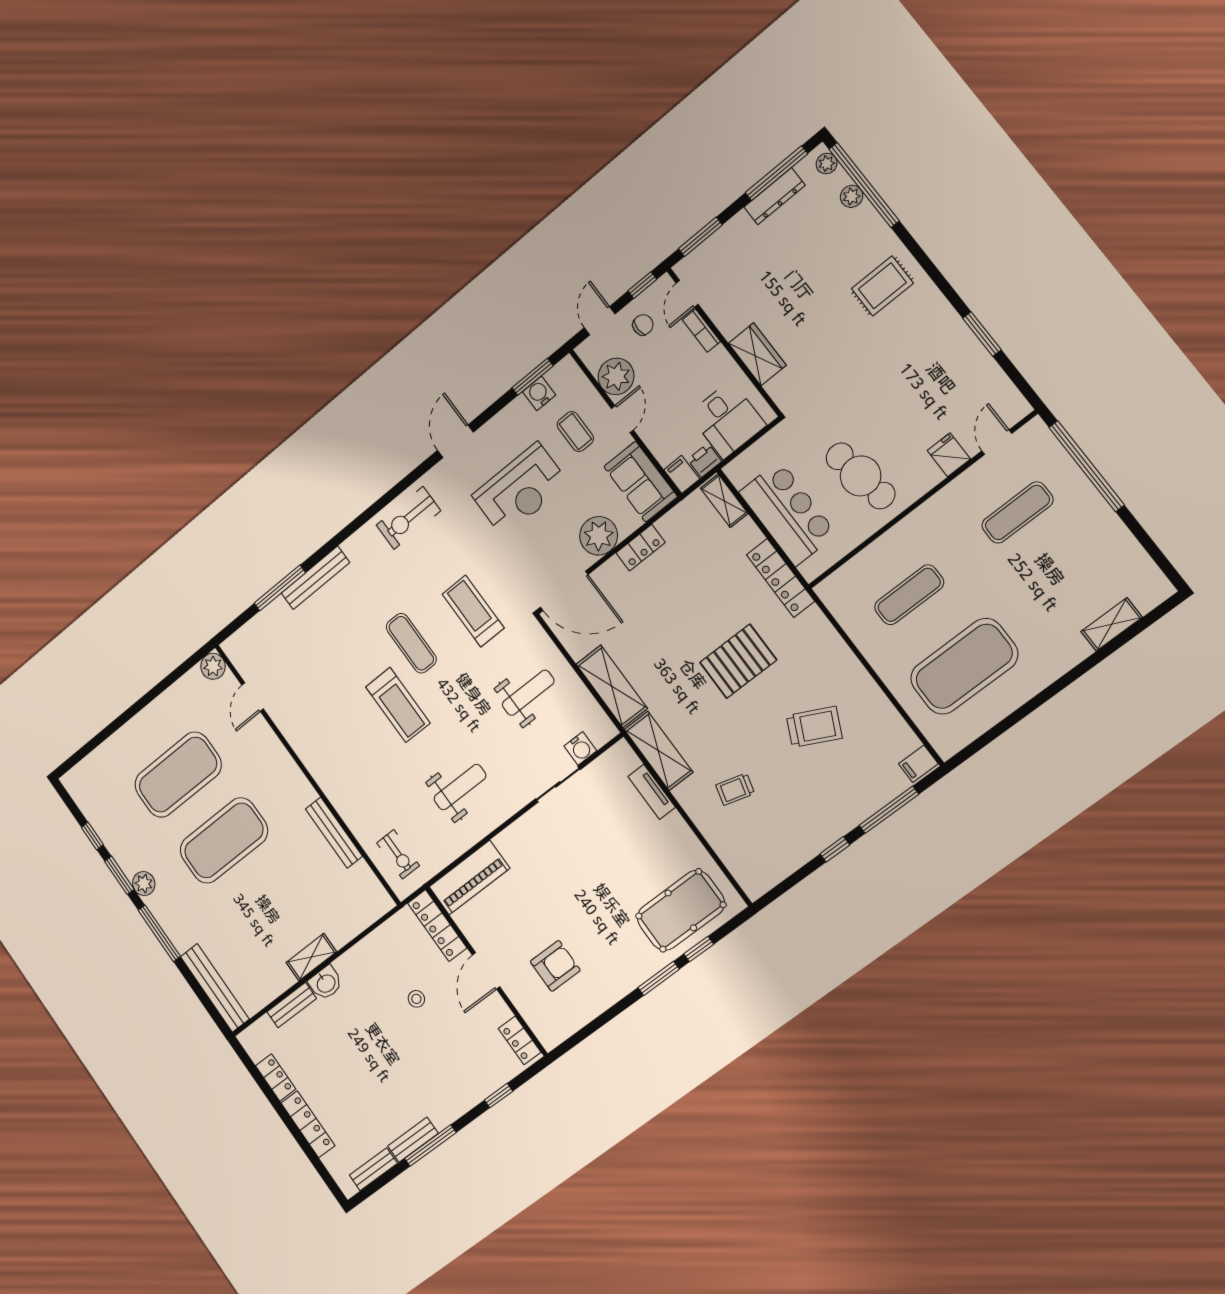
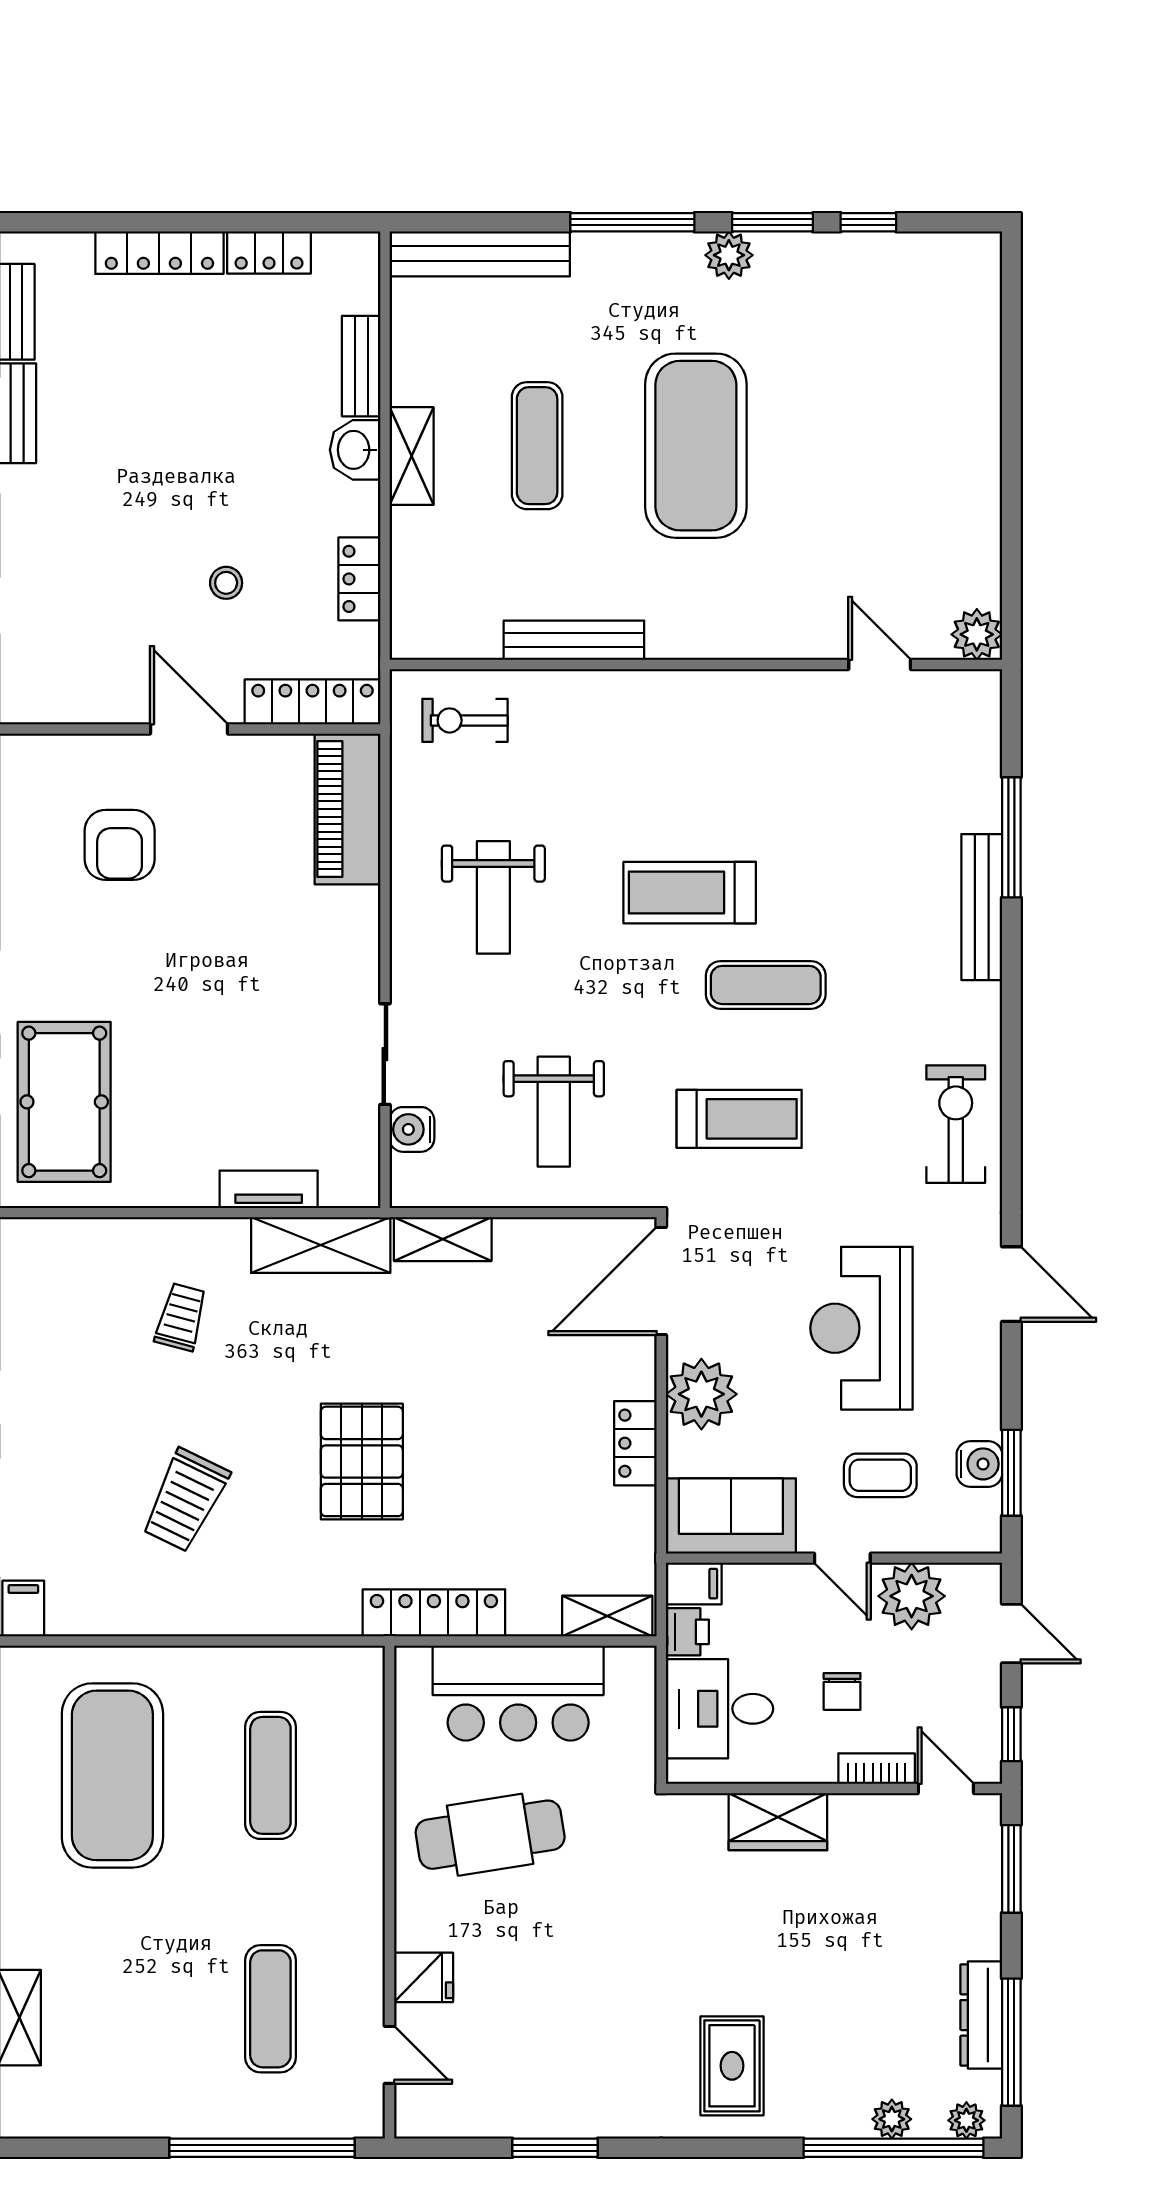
chair: (643, 325) -> (842, 1691), moved
shelving: (612, 686) -> (443, 1239), width x0.67, depth x0.75
exercise mat: (178, 775) -> (537, 446), moved, width x0.50, depth x0.69
locker: (520, 1040) -> (359, 579), moved, turned -90

